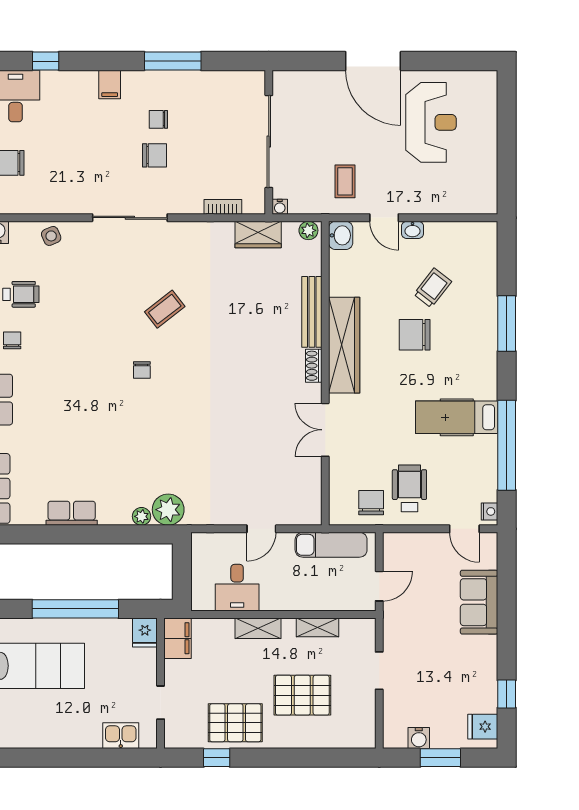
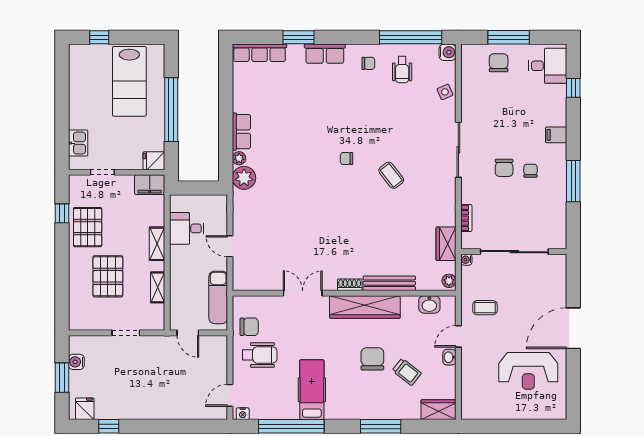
washbasin: (341, 235) -> (429, 304), moved
wardrobe: (484, 245) -> (439, 410), added
row of seats: (72, 513) -> (241, 132), moved
sofa: (479, 602) -> (176, 406), removed

